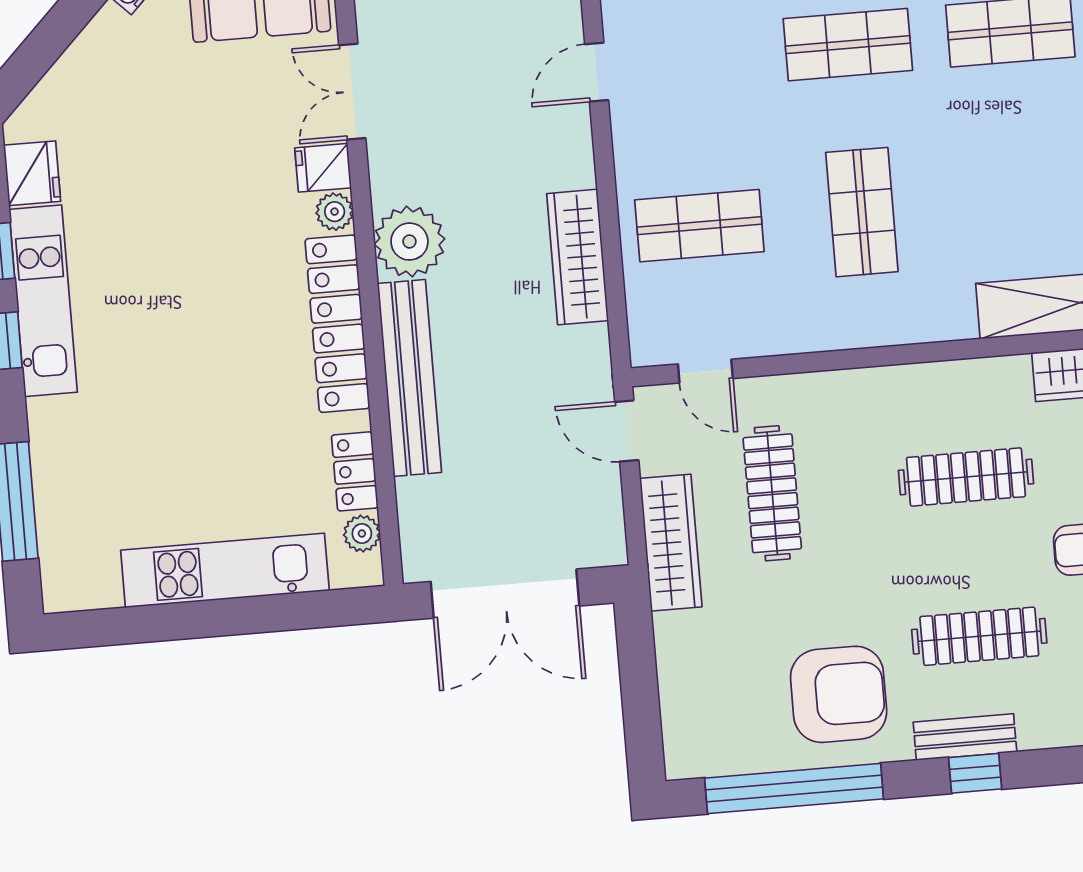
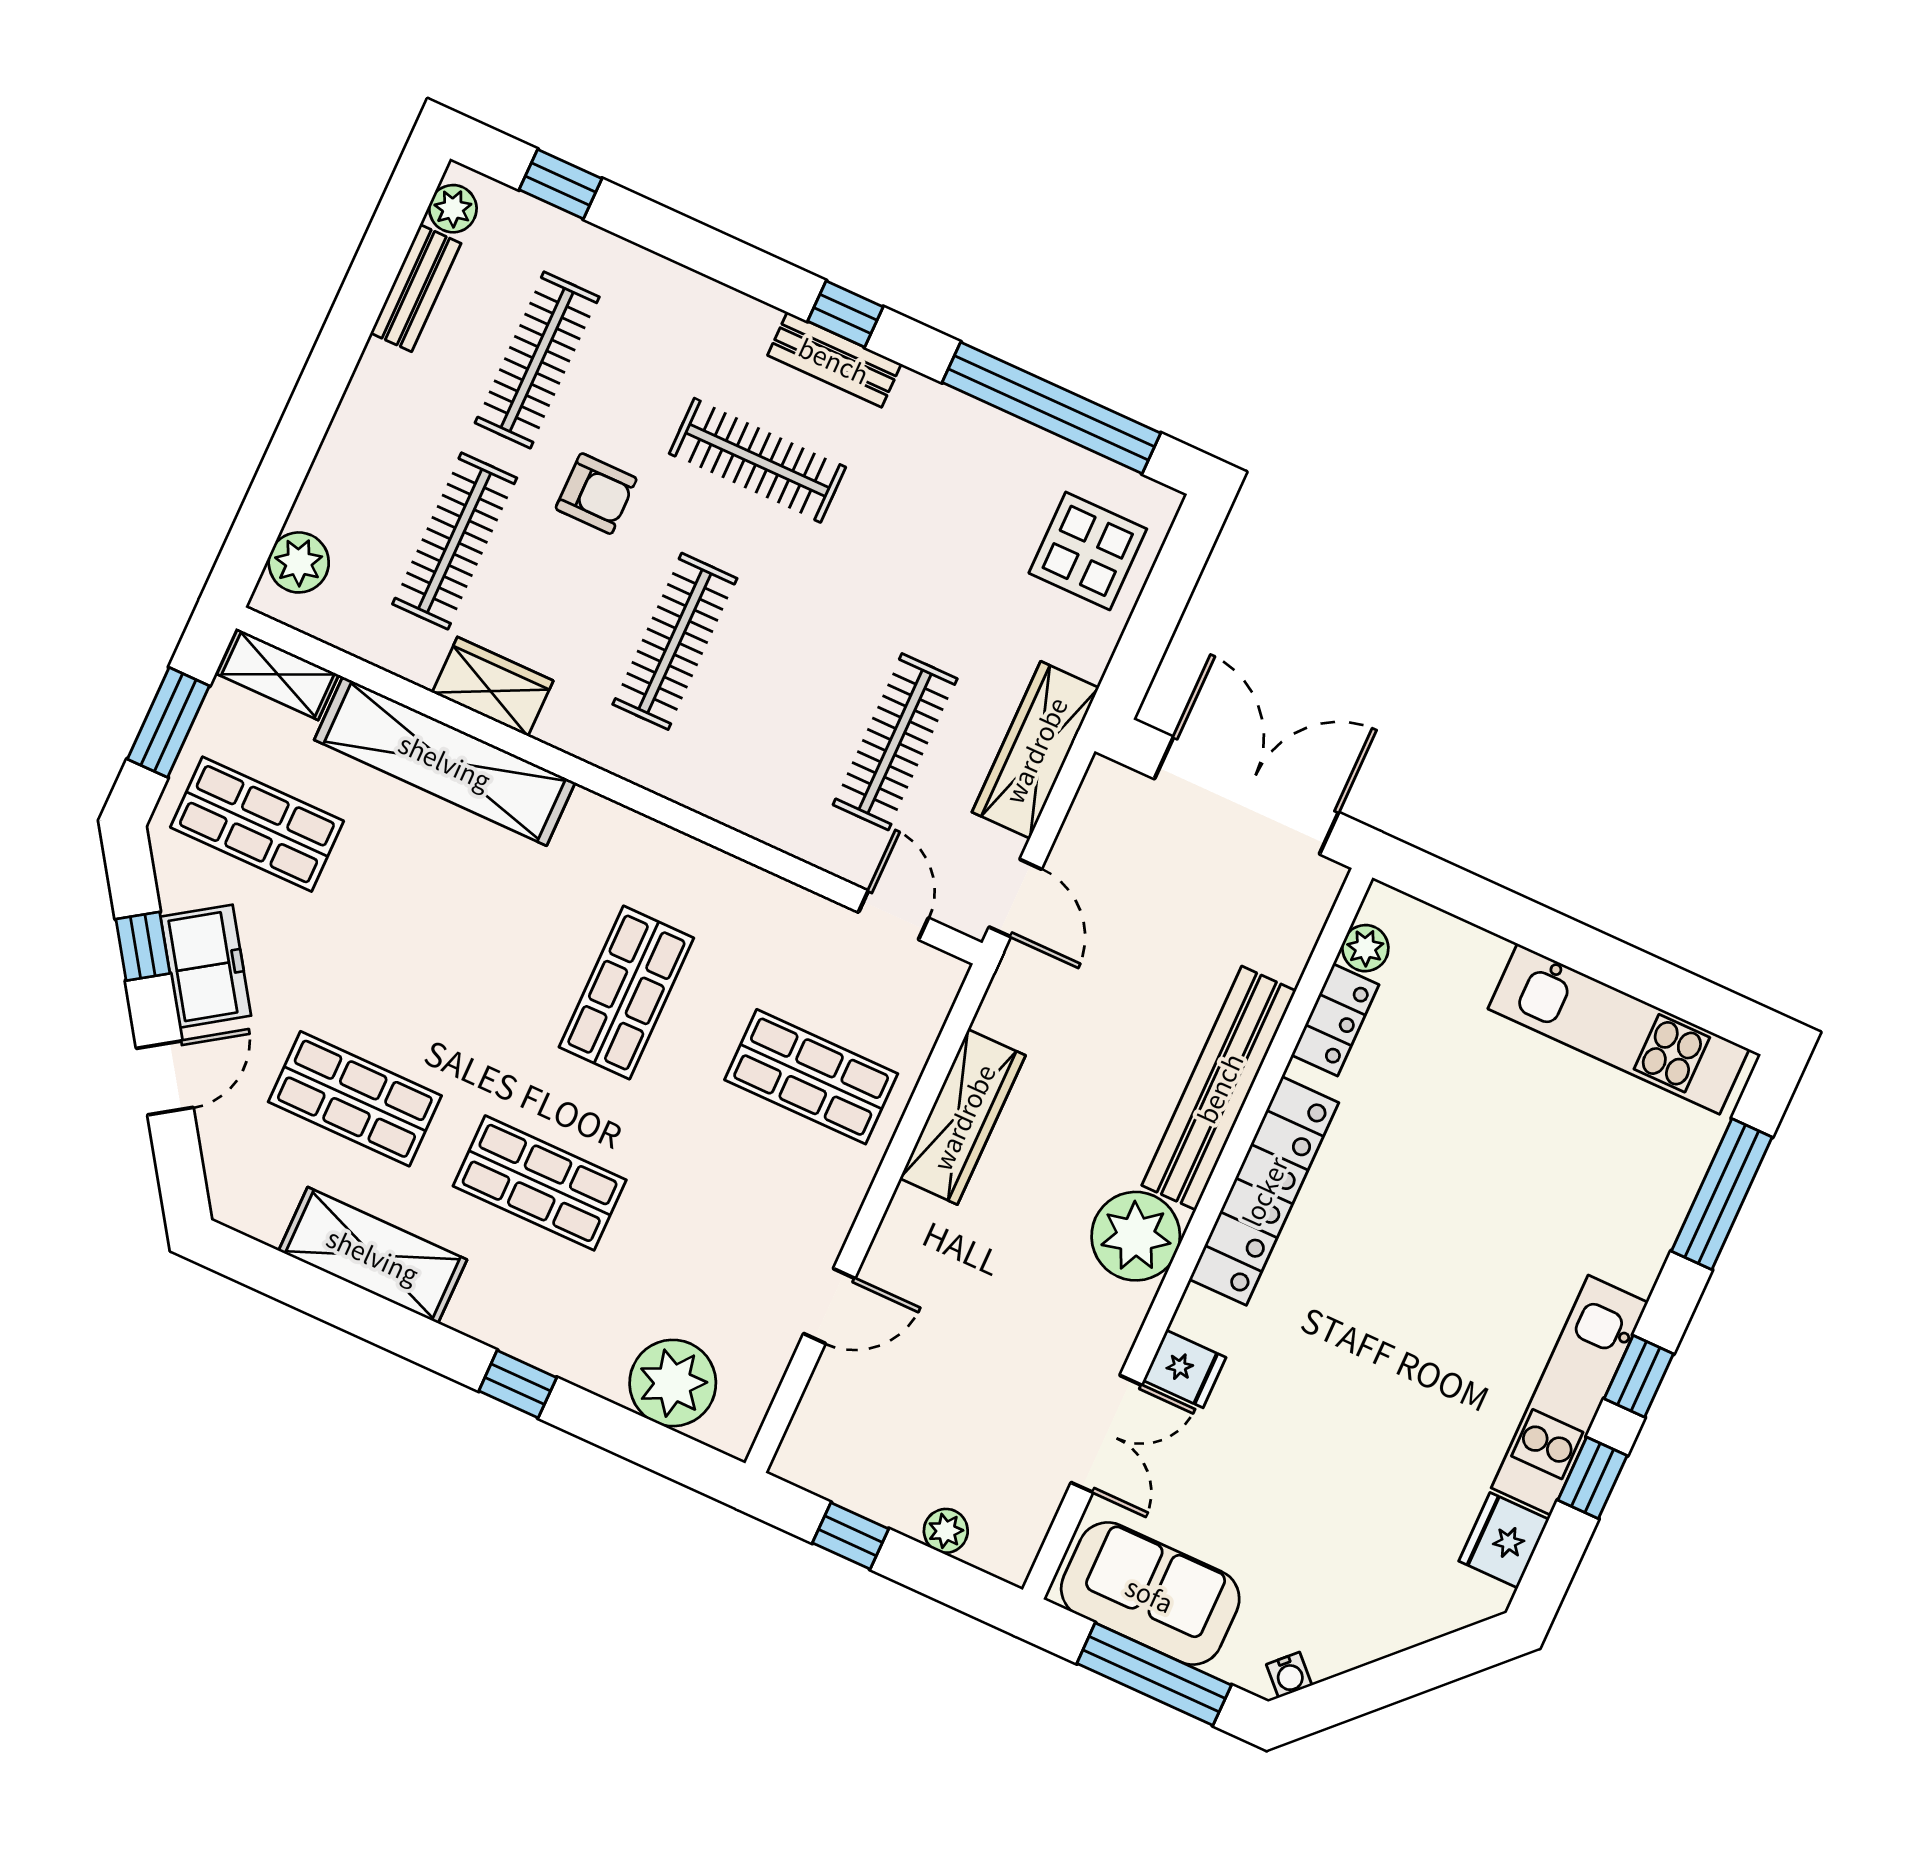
plant: (335, 212) -> (1199, 1314), removed
clothes rail: (966, 477) -> (675, 641), turned 90
kitchen unit: (225, 570) -> (1619, 1029), moved
armchair: (839, 694) -> (946, 483), removed
display table: (712, 703) -> (1088, 551), added

